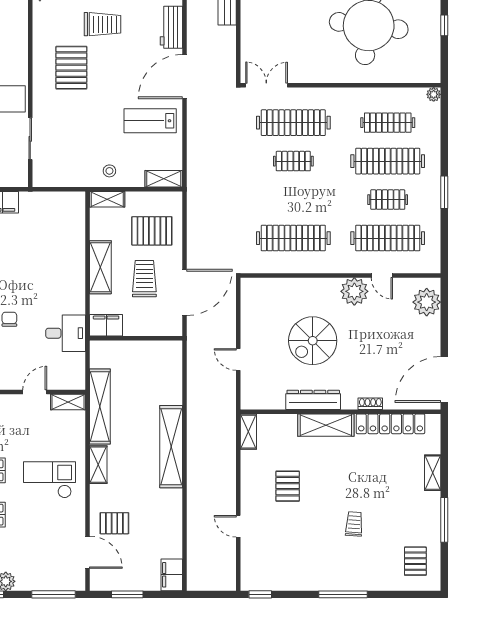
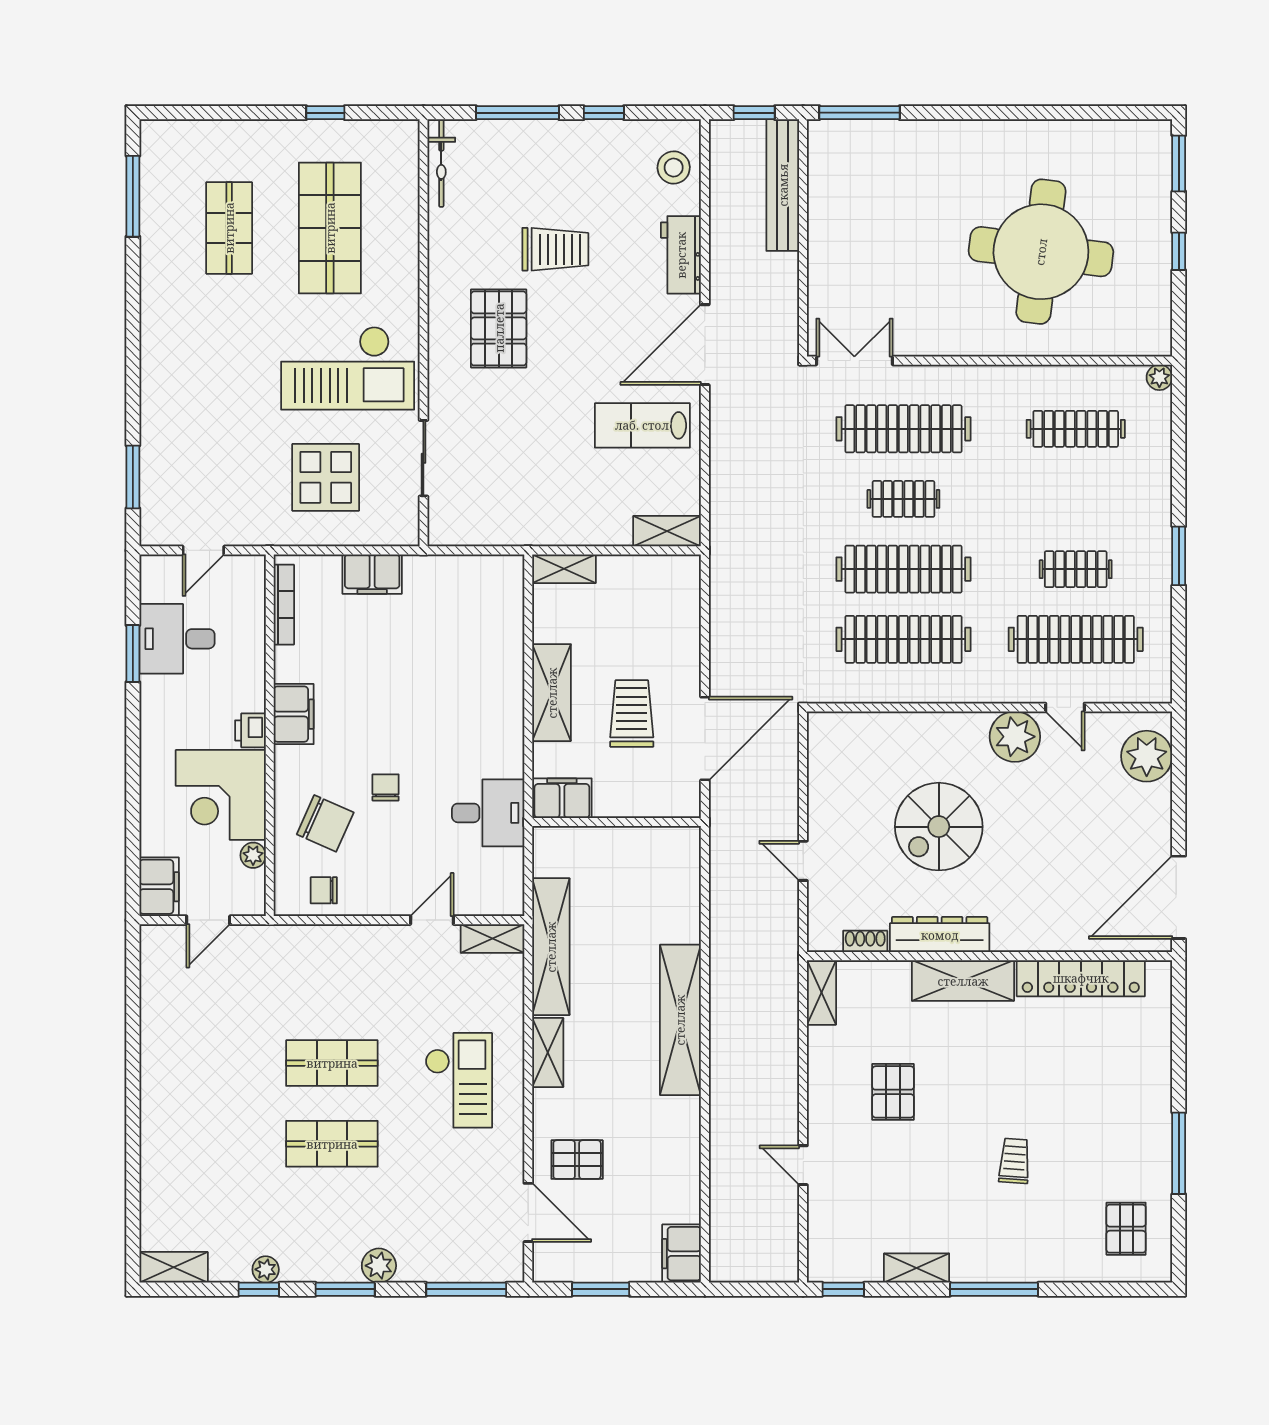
clothes rail: (388, 161) -> (903, 569), moved
stool: (109, 171) -> (568, 517), removed
pallet: (152, 231) -> (645, 626), removed
shoe rack: (370, 404) -> (865, 941), moved
shelving: (433, 473) -> (917, 1268), moved, turned 90
checkout: (50, 480) -> (459, 1080), turned 90

